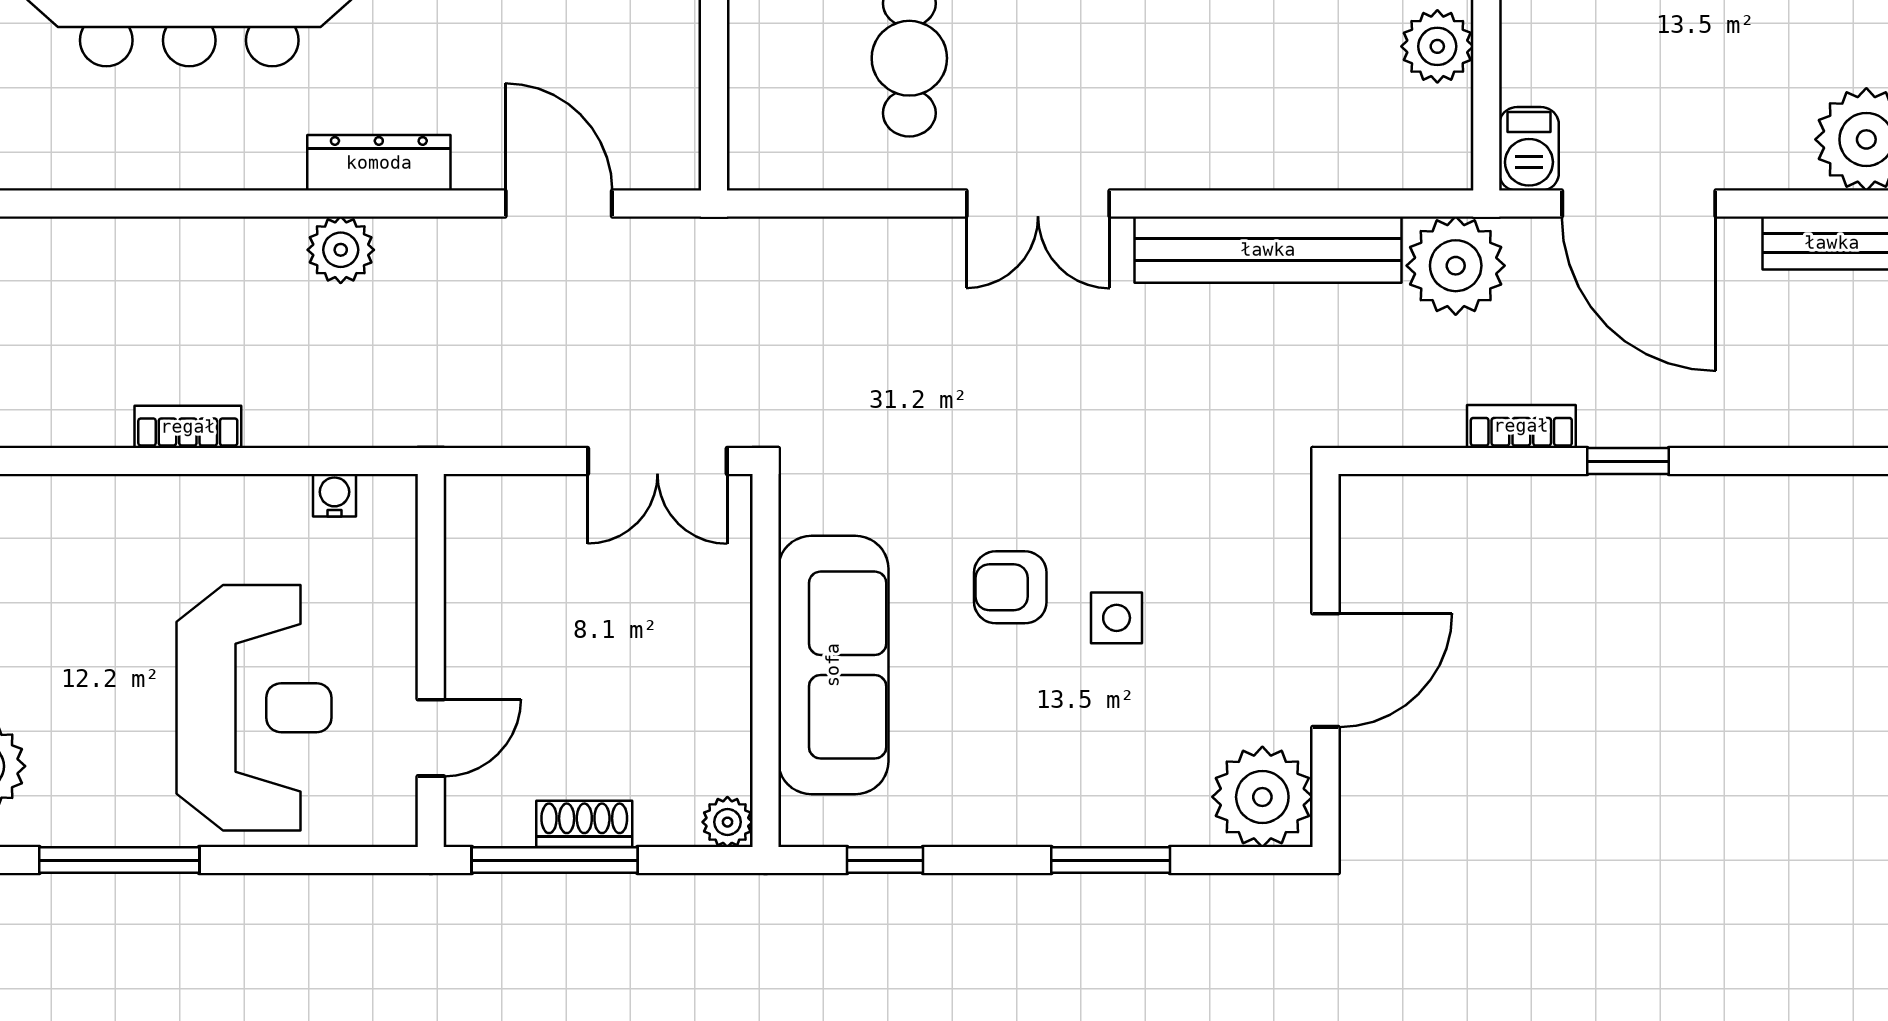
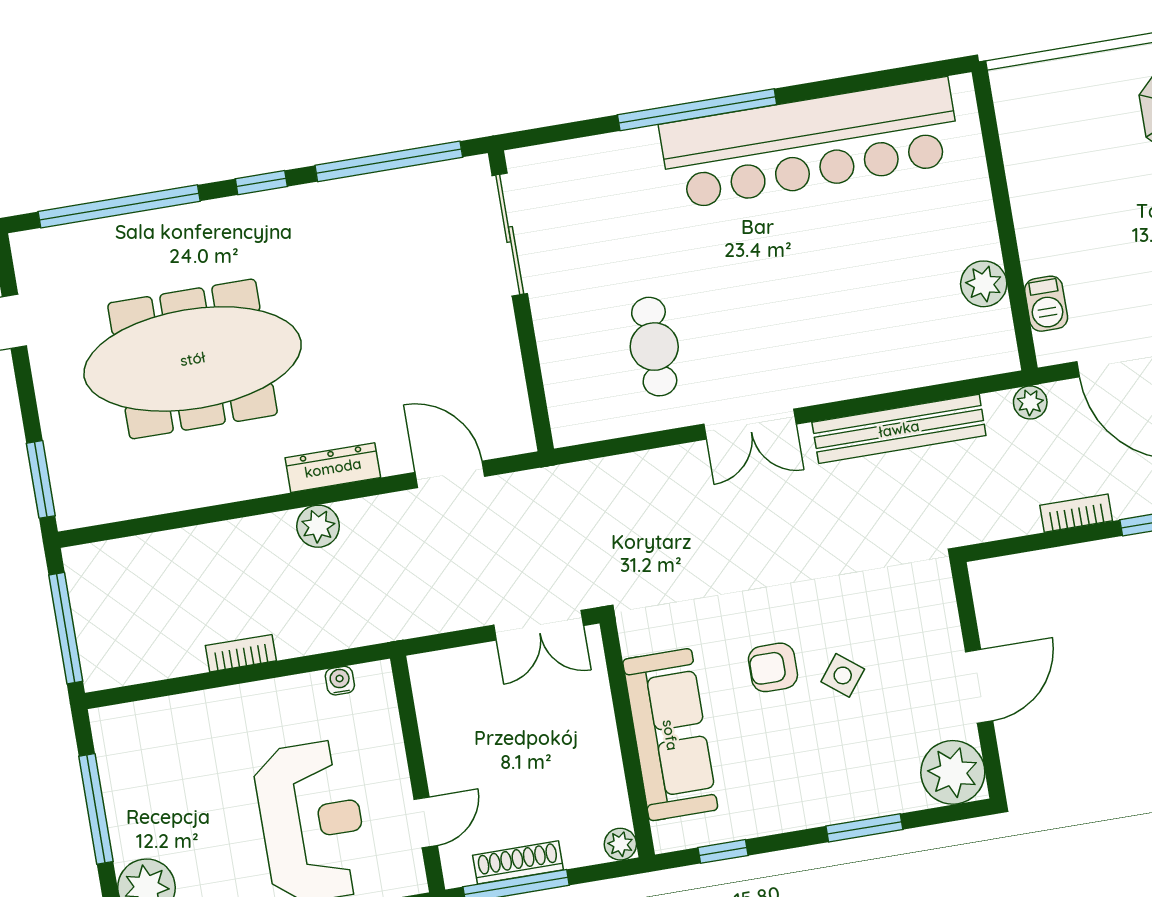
barbecue: (1529, 149) -> (1046, 304), moved
plant: (1456, 266) -> (1030, 402), width x0.53, depth x0.53
side table: (1117, 618) -> (843, 675), turned 38
shoe rack: (584, 824) -> (518, 862), width x1.43

